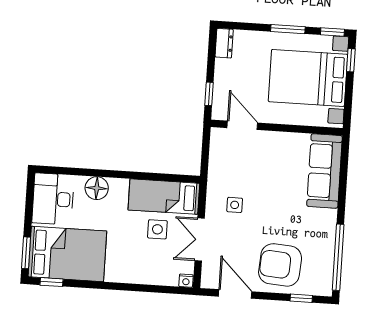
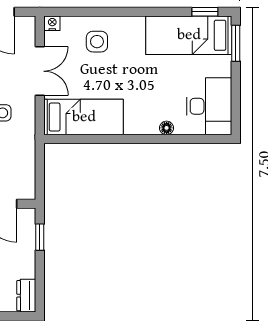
floor lamp: (97, 188) -> (167, 128), width x0.53, depth x0.53
side table: (157, 229) -> (97, 42), moved
bed: (67, 254) -> (189, 35), width x0.67

